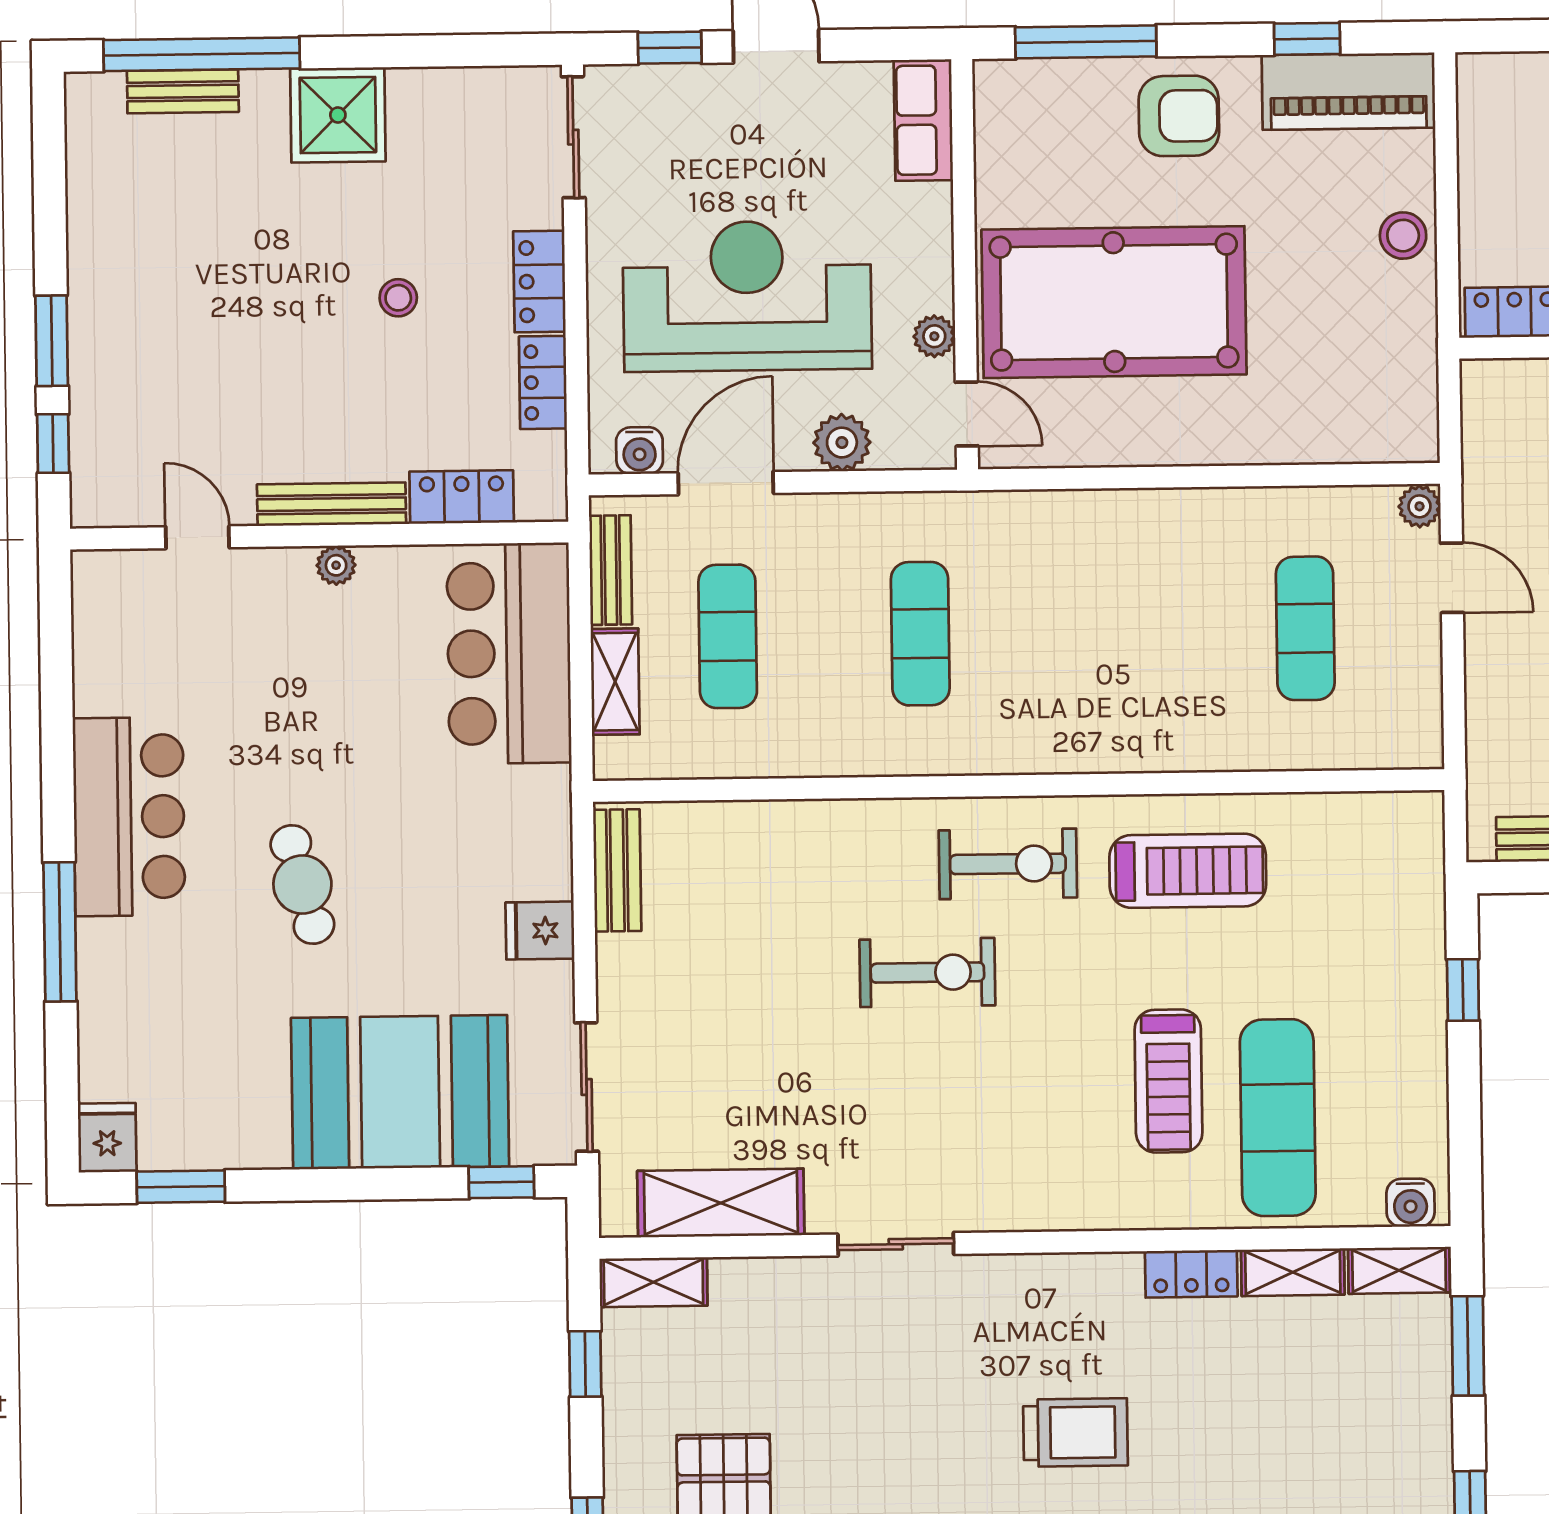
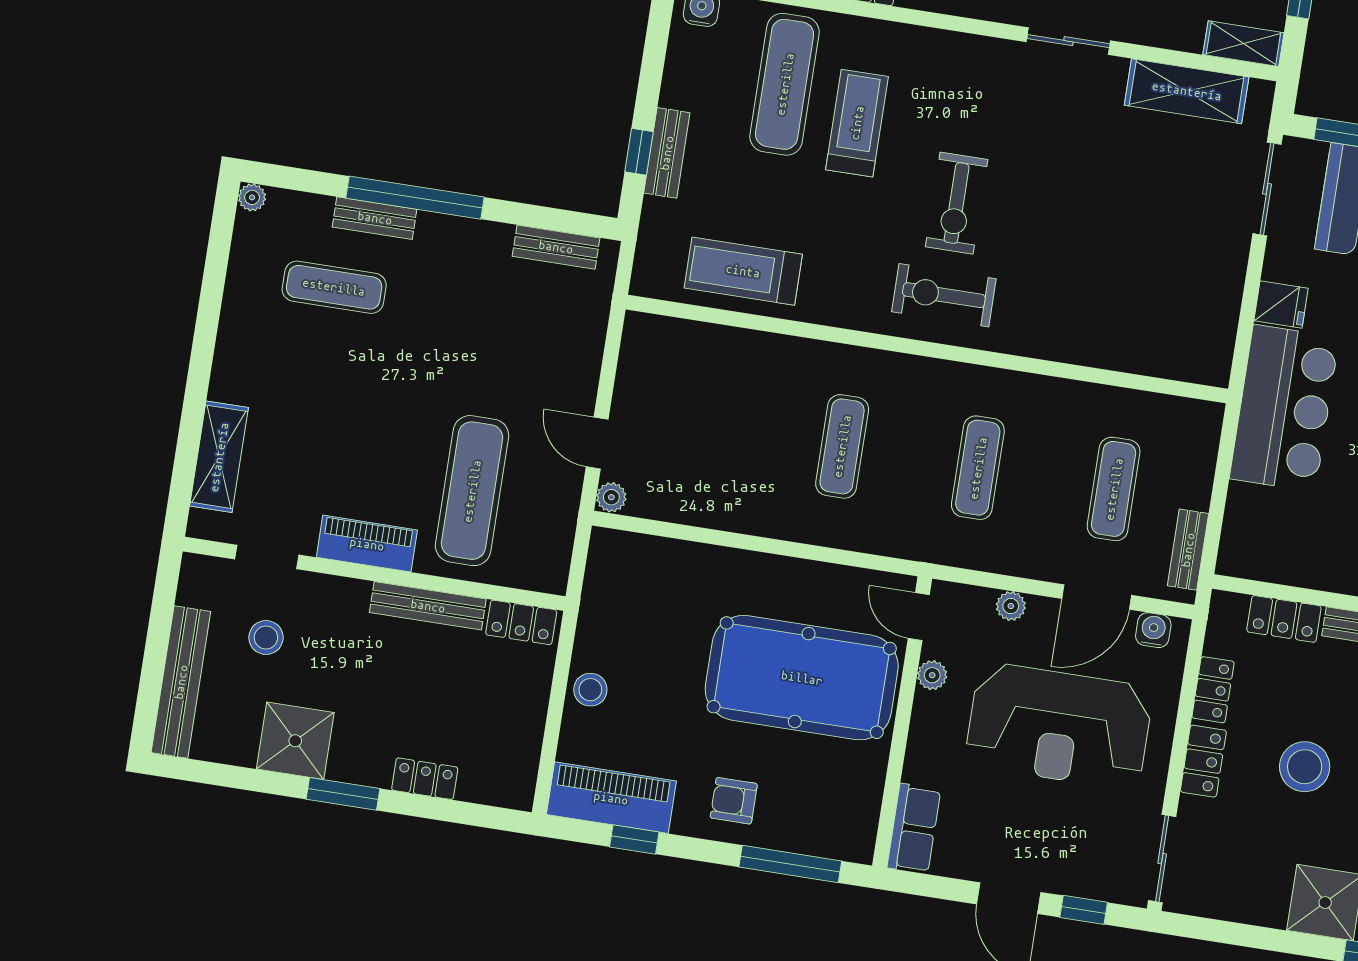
armchair: (1179, 116) -> (734, 801), width x0.72, depth x0.72
stool: (398, 298) -> (1305, 767), width x1.89, depth x1.89
plant: (842, 443) -> (1011, 606), width x0.73, depth x0.73
exercise mat: (1305, 628) -> (842, 446), moved
bar counter: (509, 653) -> (1284, 408), moved
shelving: (615, 682) -> (1198, 471), removed
bench: (617, 870) -> (667, 153), moved
treadmill: (1188, 871) -> (743, 271), moved
exercise bike: (927, 972) -> (957, 203), moved, turned -90

